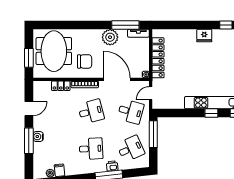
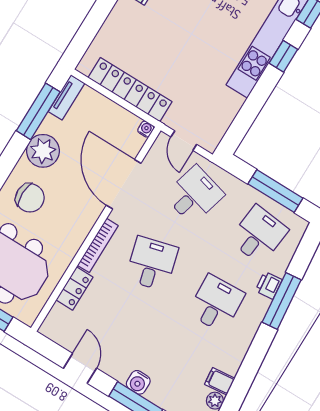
chair: (85, 61) -> (30, 198), moved, turned 90
door: (117, 79) -> (124, 184), hinge flipped
window: (153, 134) -> (275, 191), moved
desk: (131, 149) -> (259, 235), turned 30

